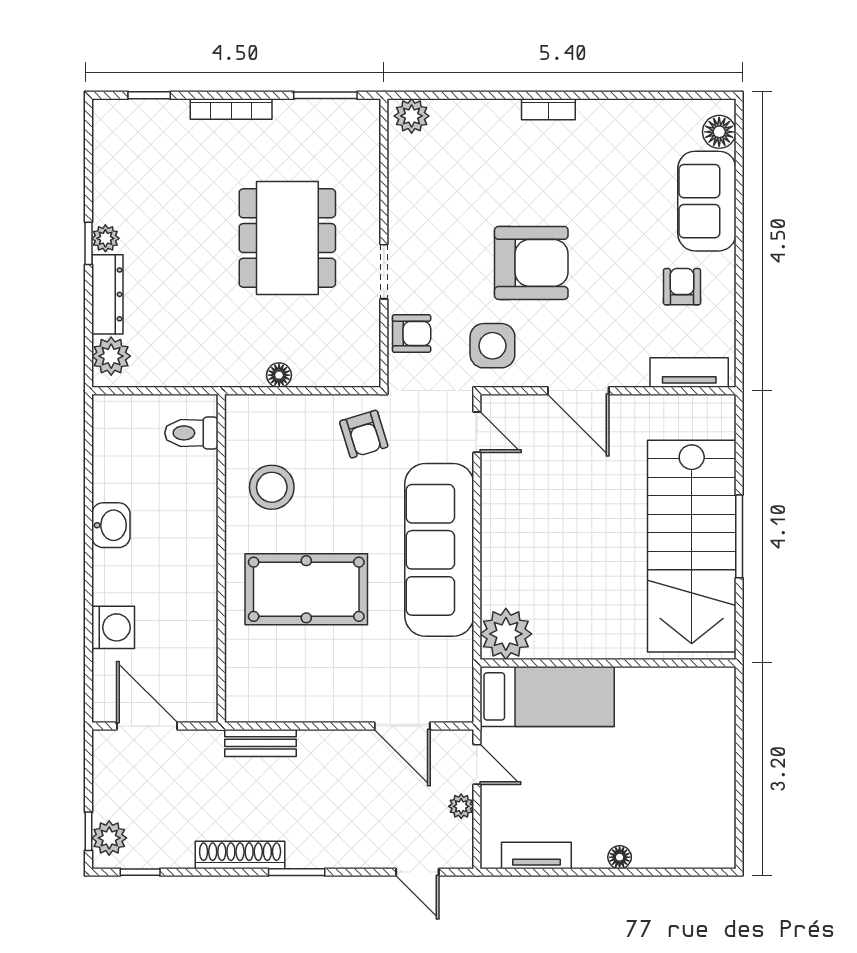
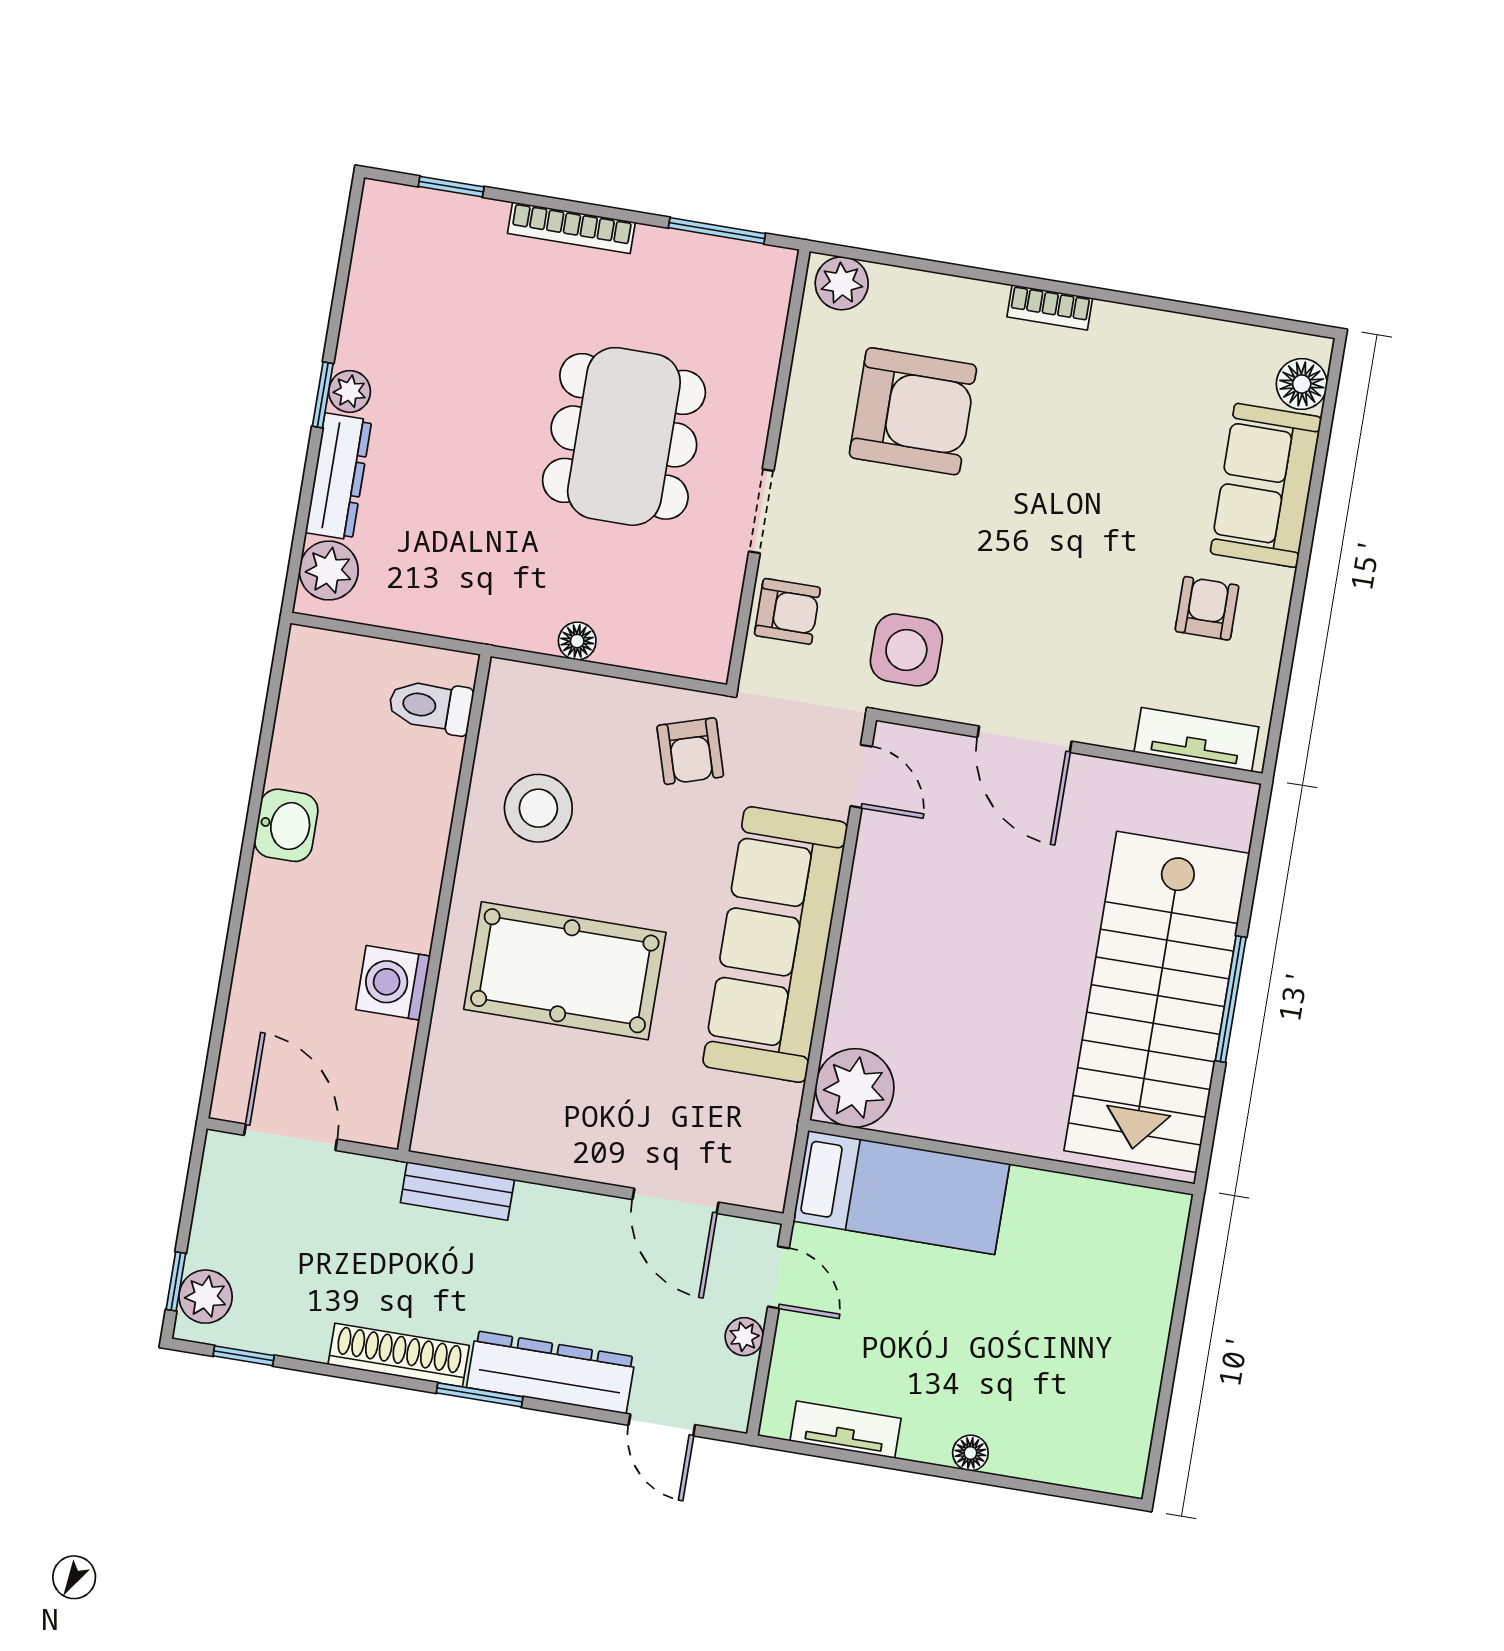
armchair: (531, 263) -> (913, 411), moved
washing machine: (113, 627) -> (393, 983), moved, turned 180
dresser: (340, 850) -> (551, 1372), added

